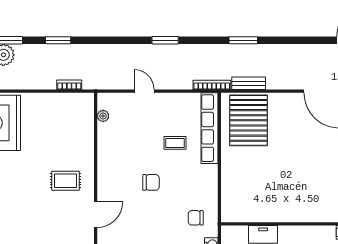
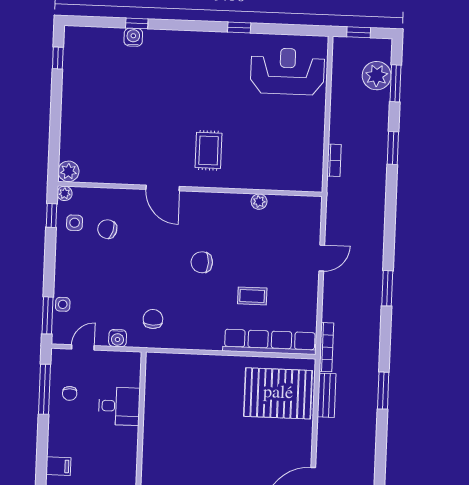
plant: (103, 116) -> (259, 202), moved
coffee table: (175, 143) -> (252, 296), turned 90
chair: (151, 182) -> (202, 262), turned 90

